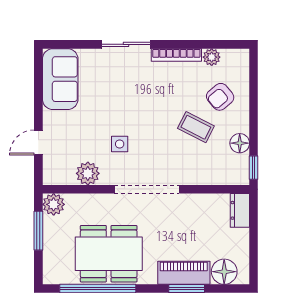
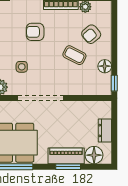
armchair: (139, 94) -> (35, 32), added
dresser: (240, 210) -> (105, 131), moved

